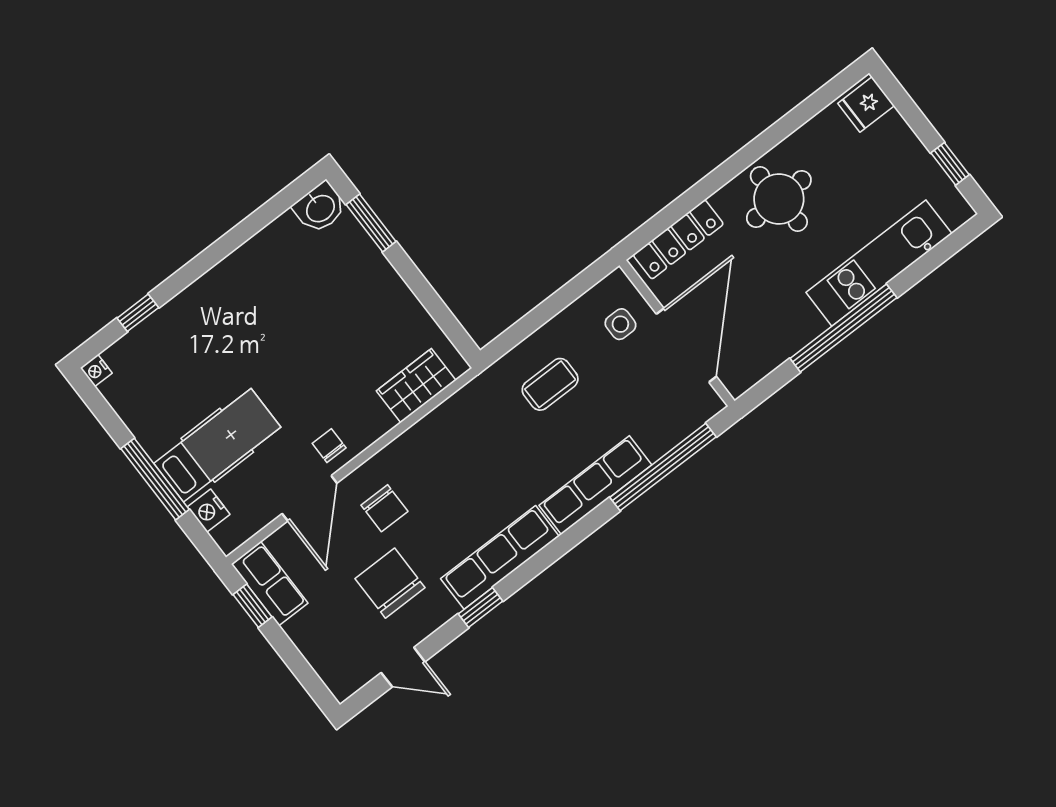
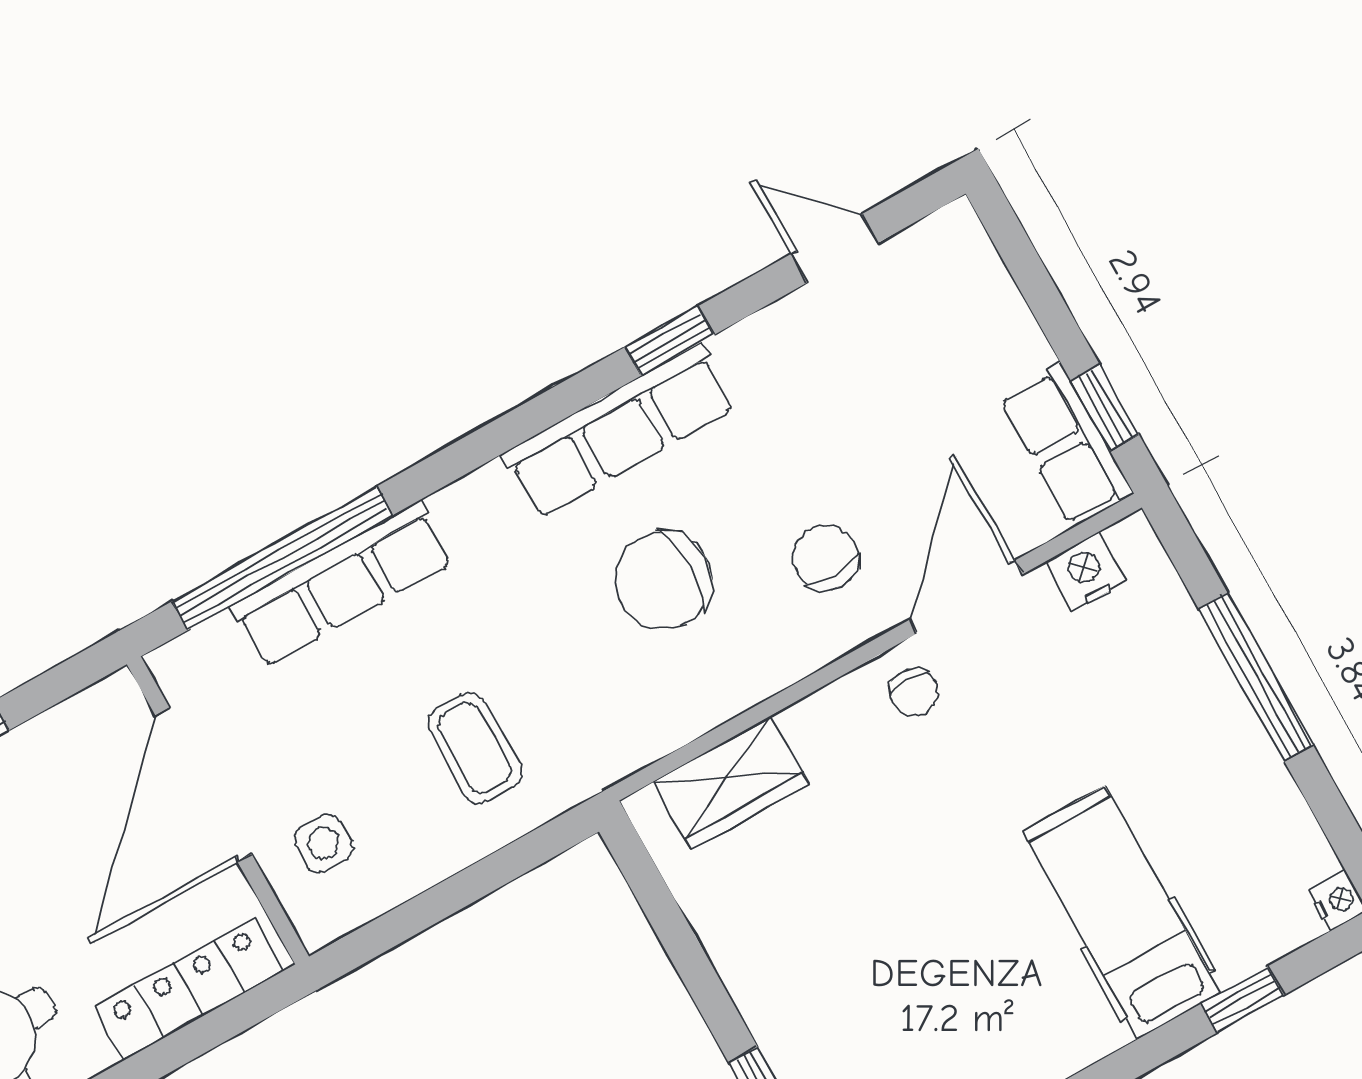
coffee table: (550, 384) -> (475, 748), turned 90
hospital bed: (217, 445) -> (1122, 912), moved, turned 90
row of seats: (595, 485) -> (342, 584), moved
nightstand: (209, 511) -> (1086, 571), moved, turned -90
chair: (390, 583) -> (663, 581), moved, turned 90

